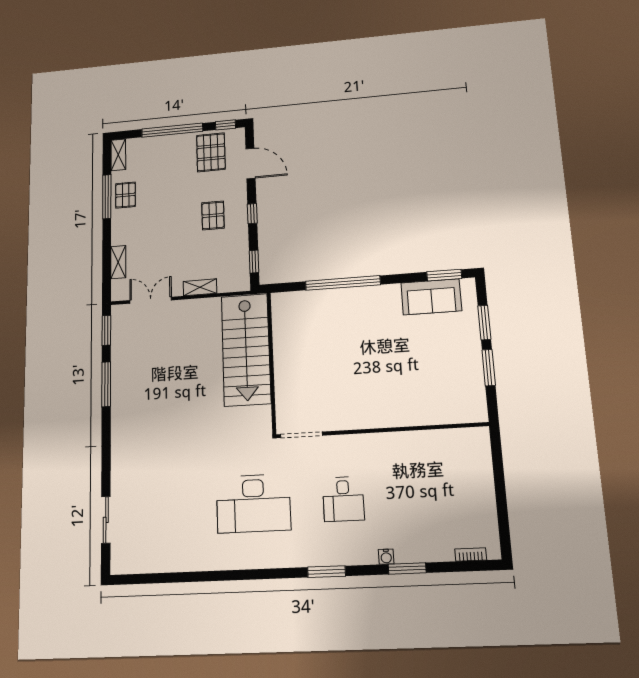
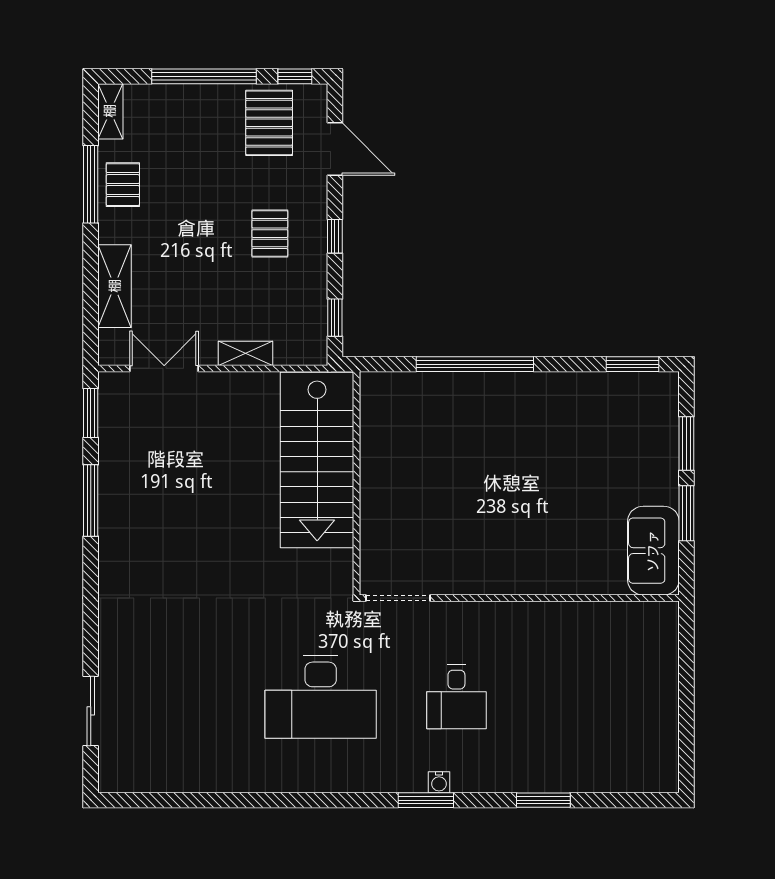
shelving: (118, 262) -> (115, 286), width x1.50, depth x1.33
sofa: (431, 297) -> (653, 551), moved, turned 90
bookcase: (471, 554) -> (636, 784), removed
water cooler: (386, 557) -> (439, 782), moved

